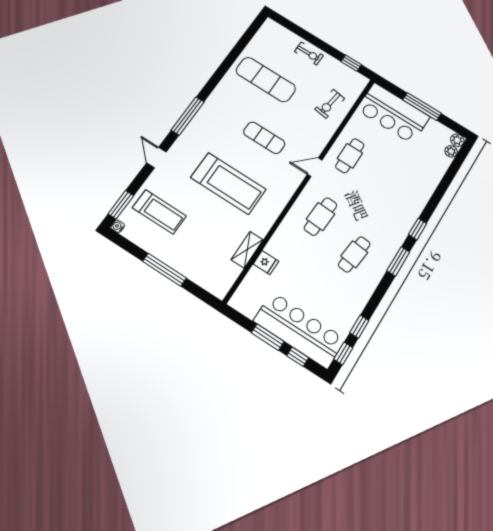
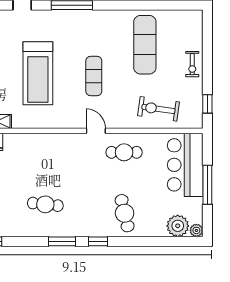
exercise bike: (330, 104) -> (158, 109), width x1.38, depth x1.39
plant: (451, 151) -> (178, 226), width x1.88, depth x1.88
cafe table: (321, 217) -> (125, 213), moved, turned 74

